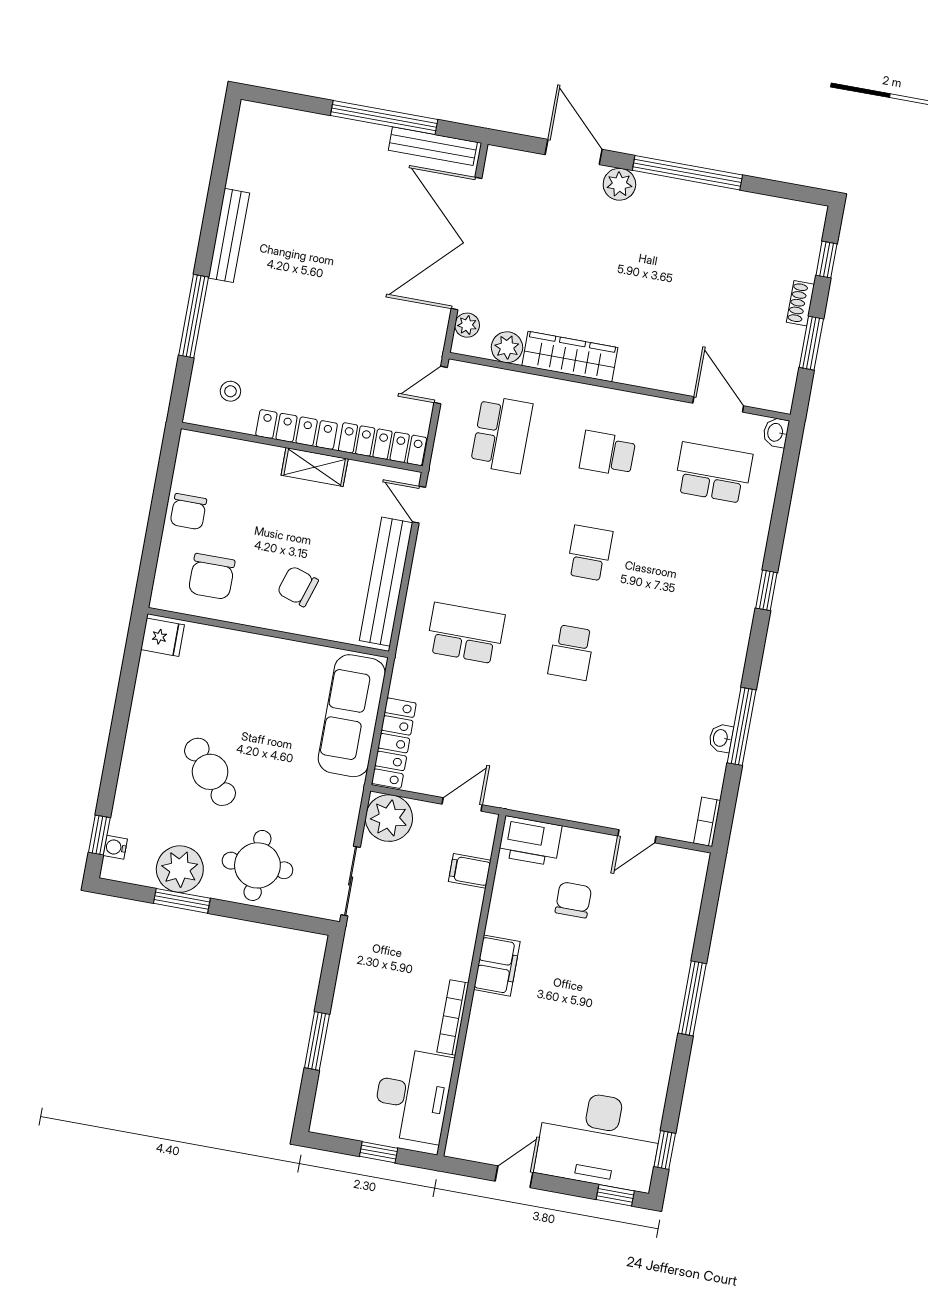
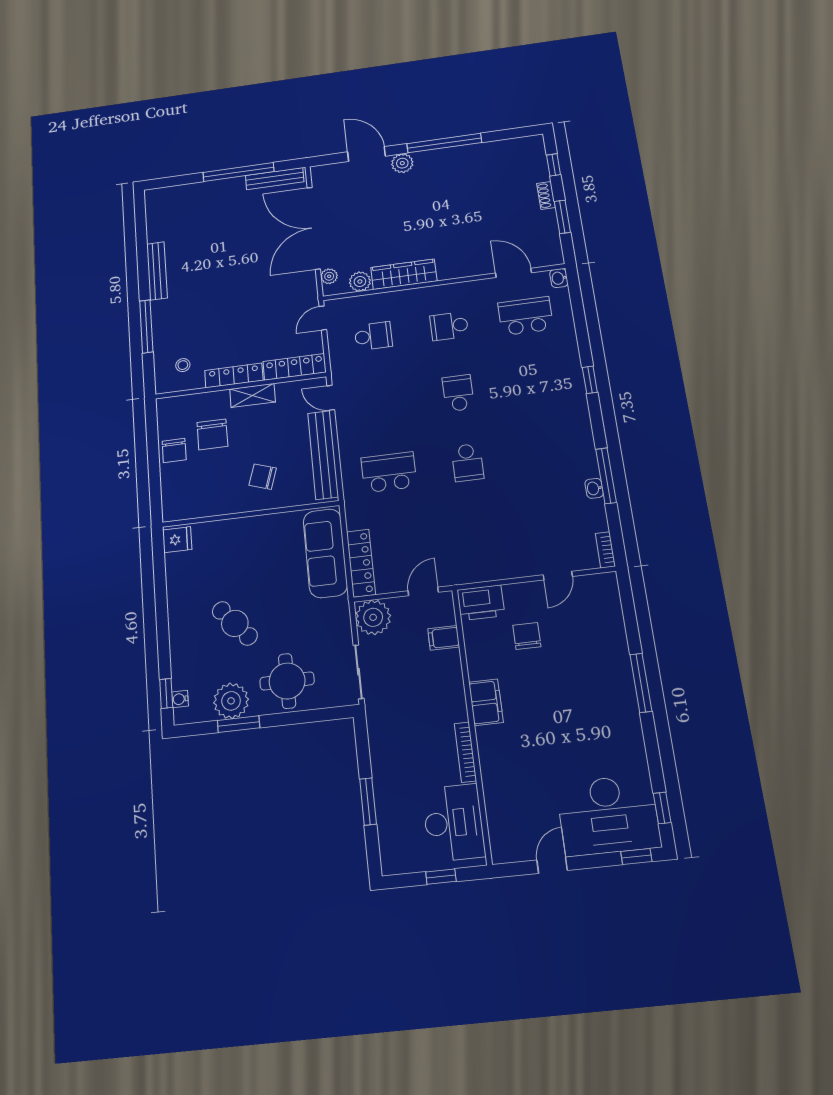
school desk: (502, 434) -> (373, 336), width x0.54
chair: (212, 577) -> (212, 434), moved

